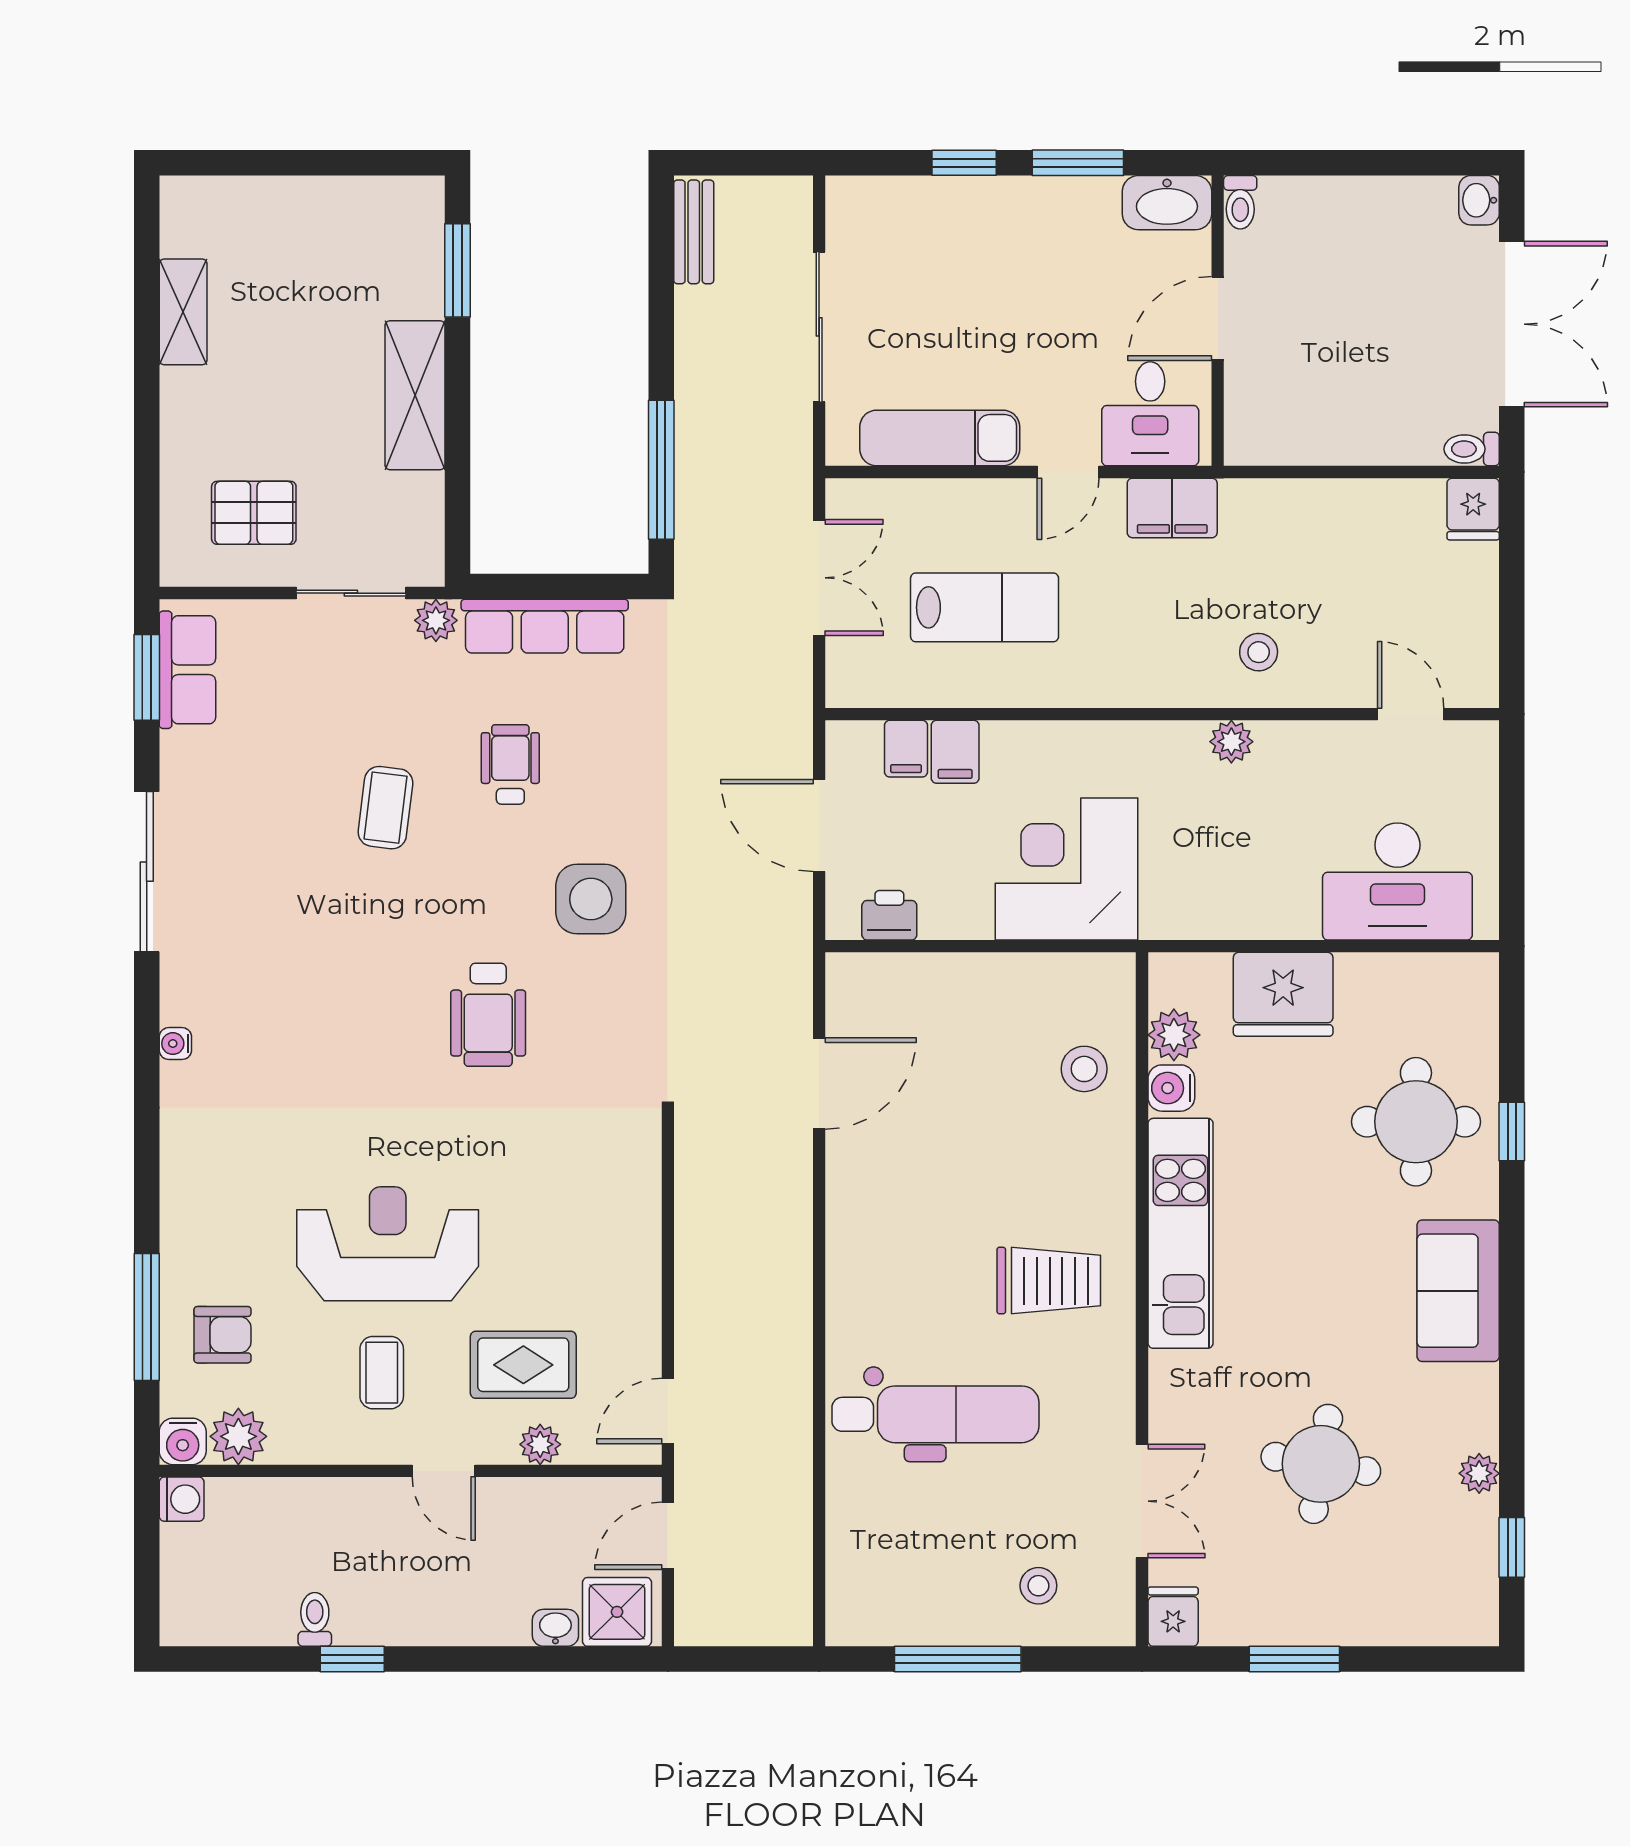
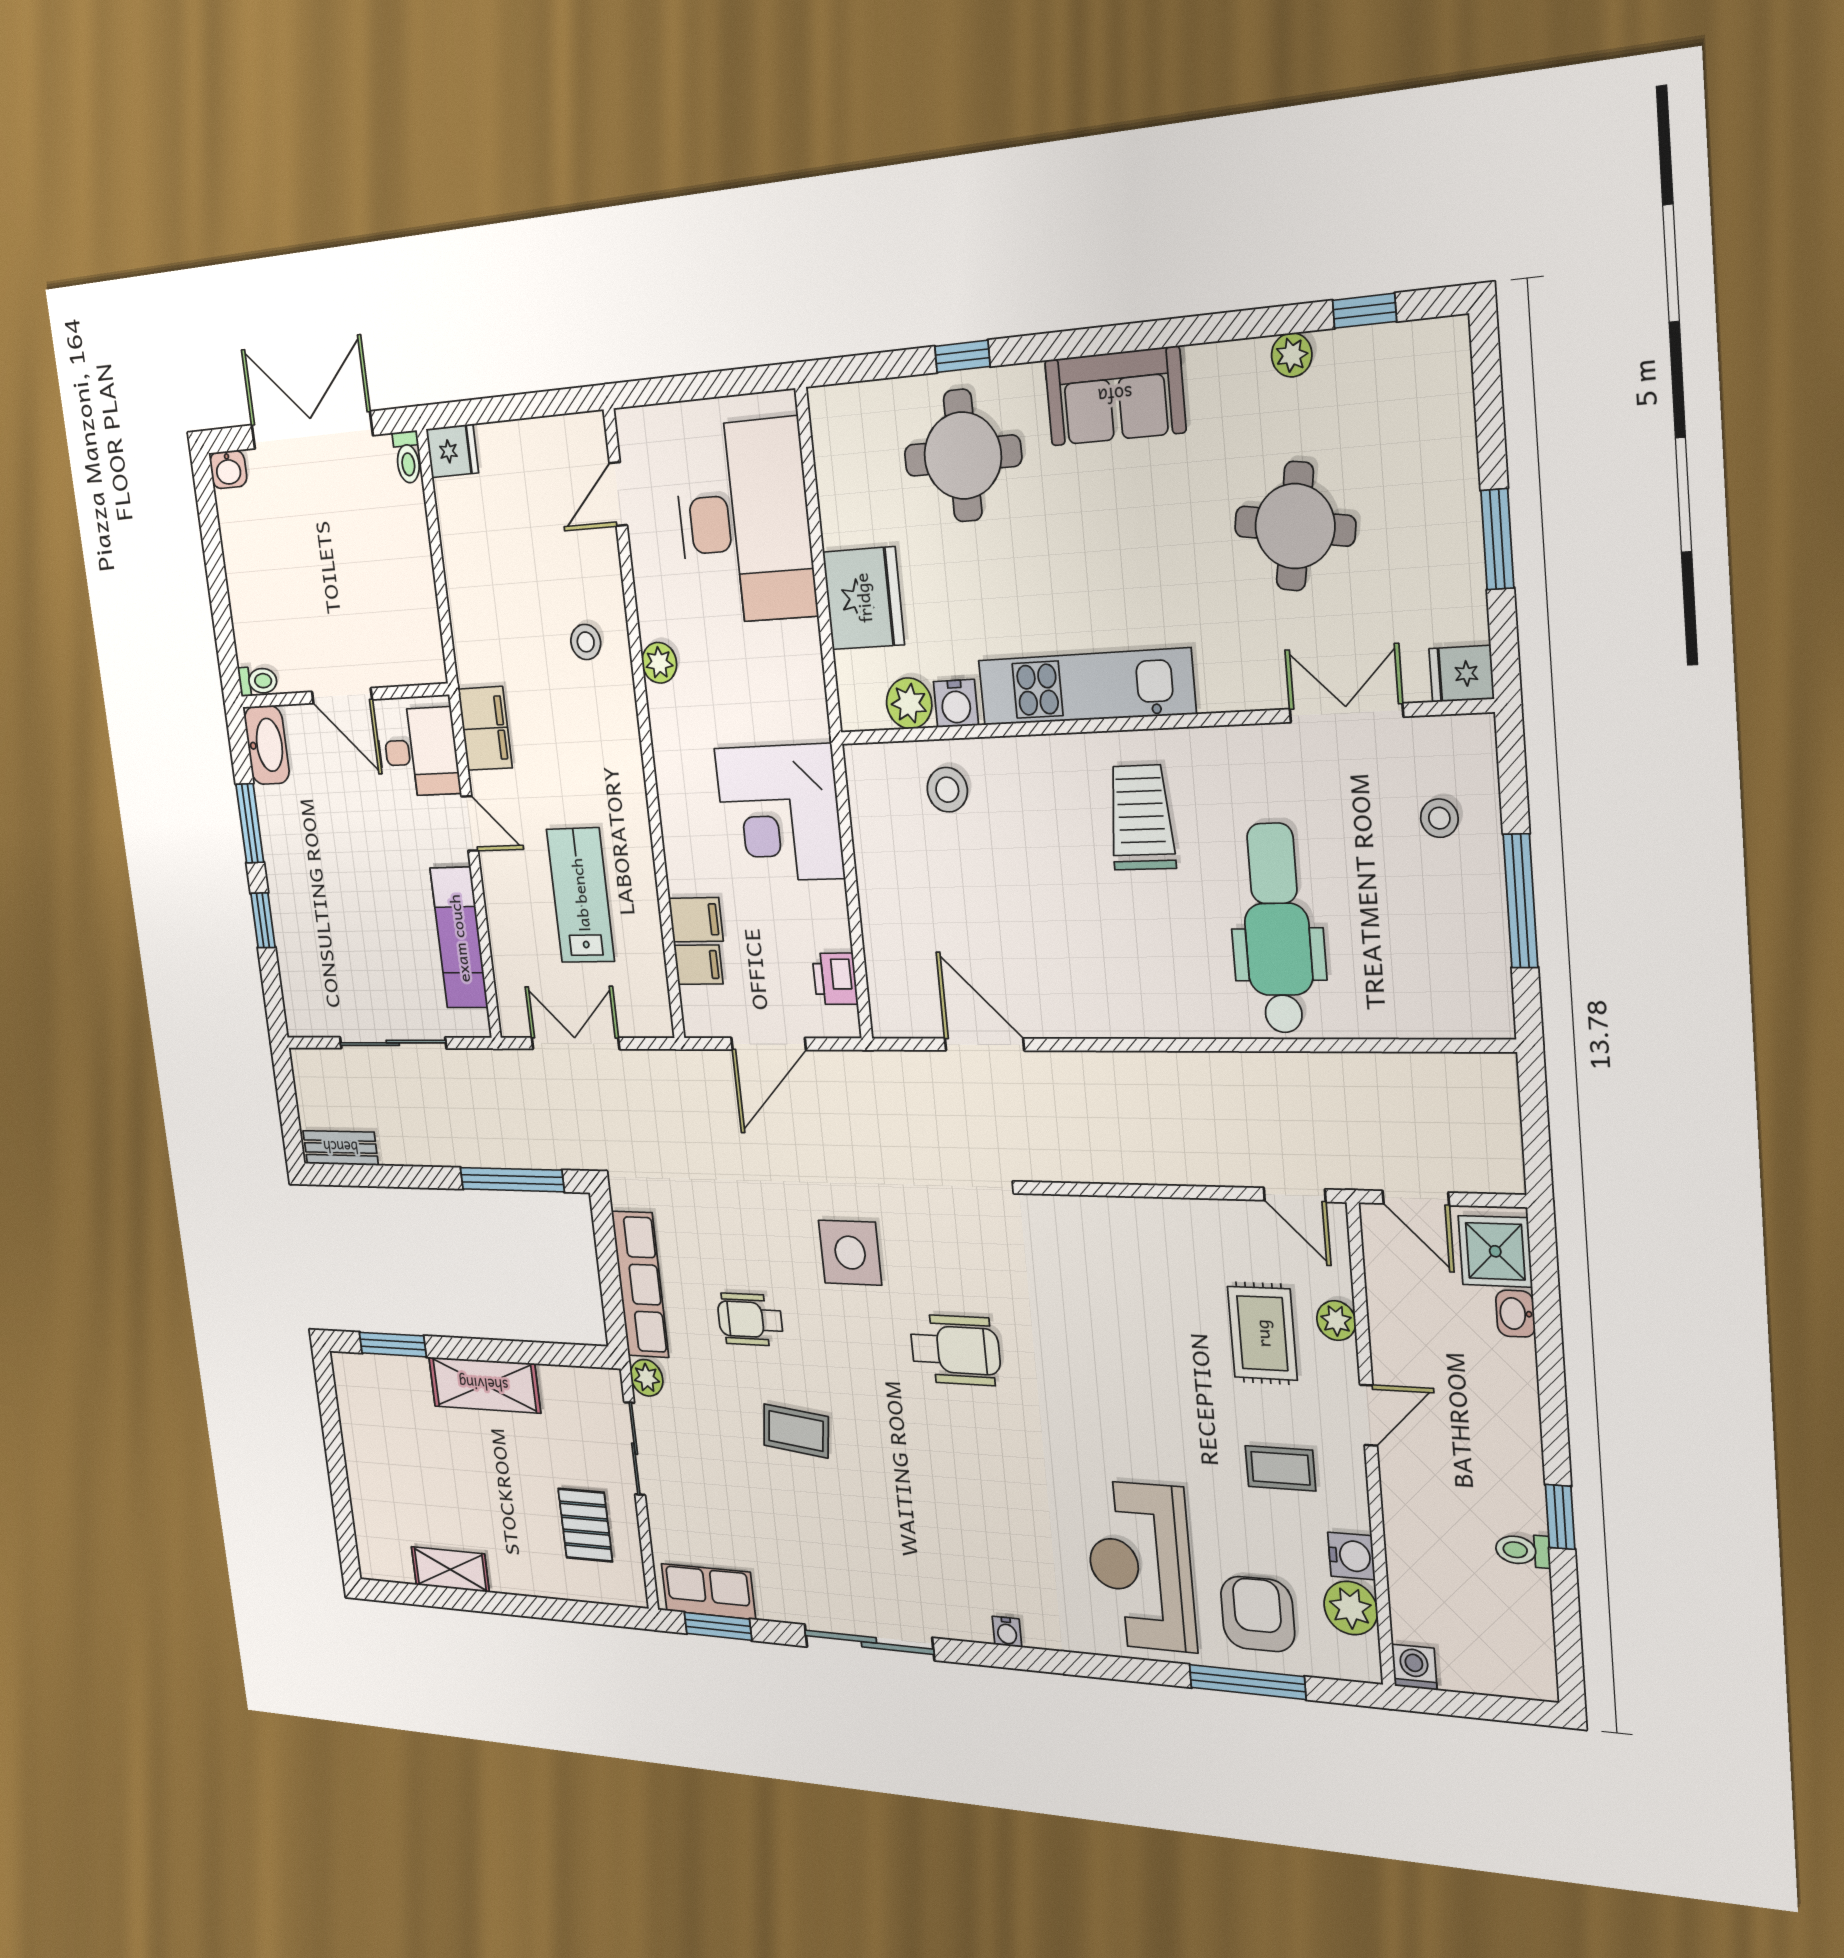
desk: (1397, 881) -> (744, 522), width x1.36, depth x1.30
reception desk: (388, 1244) -> (1140, 1566), moved
armchair: (222, 1335) -> (1258, 1614), width x1.38, depth x1.38
water cooler: (183, 1441) -> (1351, 1556), moved

